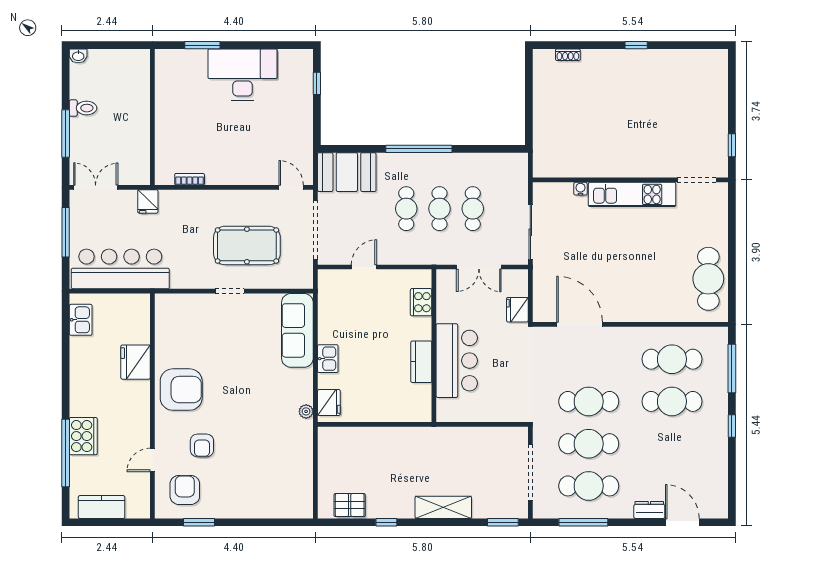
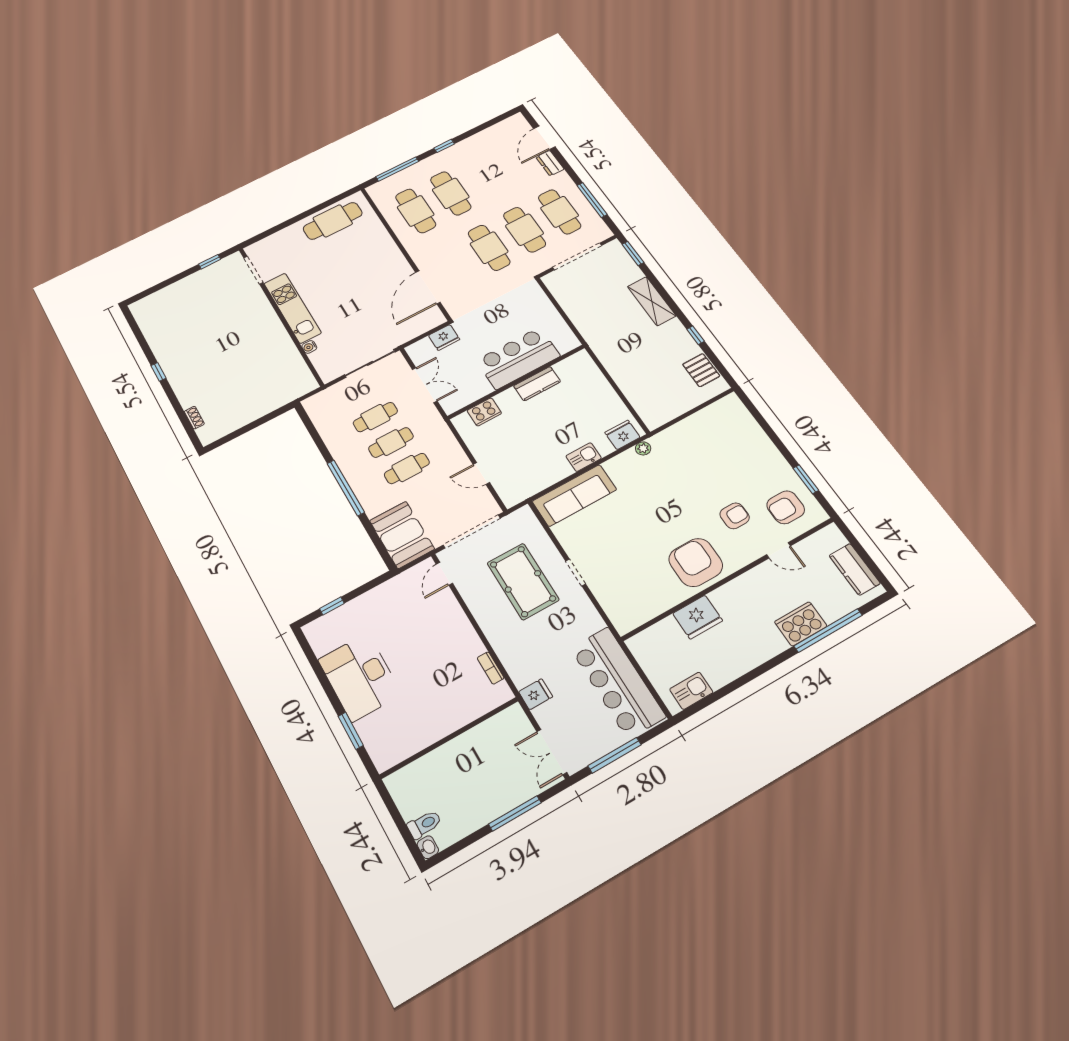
toilet: (83, 108) -> (424, 824), moved, turned 90

